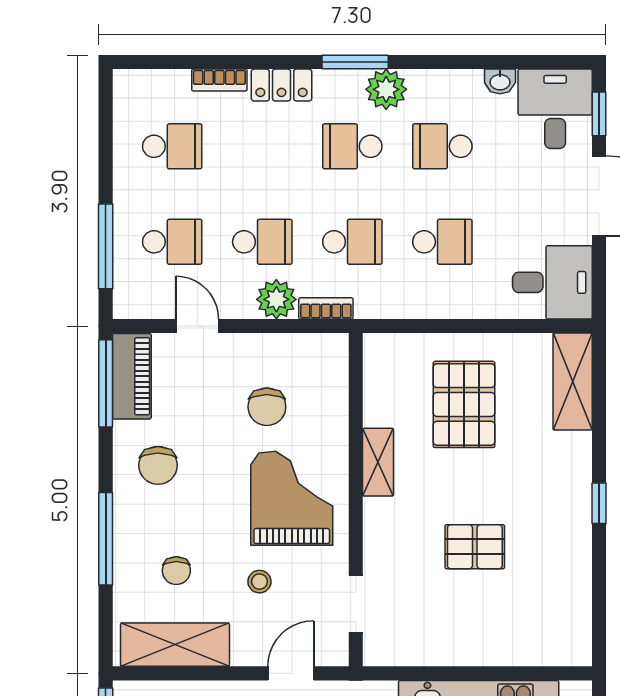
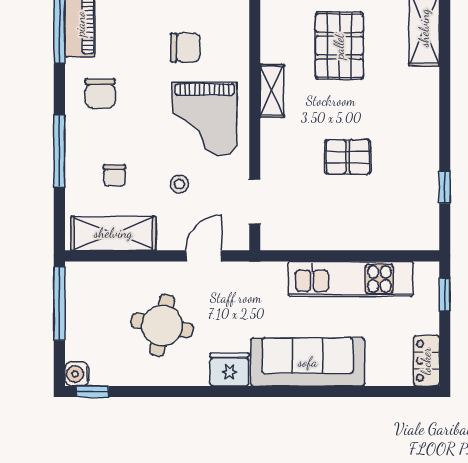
chair: (267, 407) -> (185, 48), turned -90
grand piano: (292, 498) -> (205, 119), turned 180
window: (599, 503) -> (445, 187), moved

